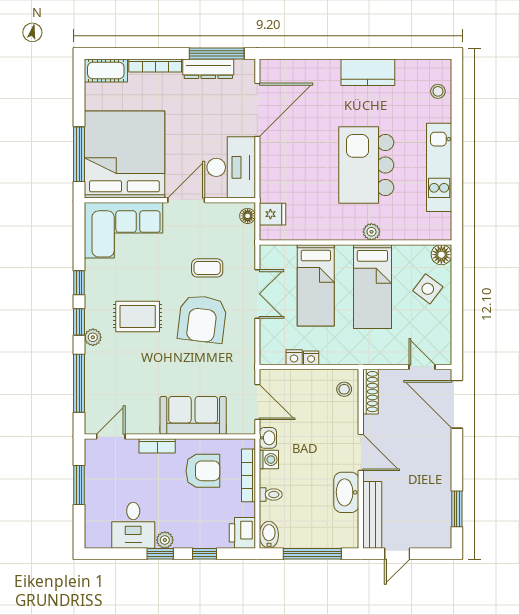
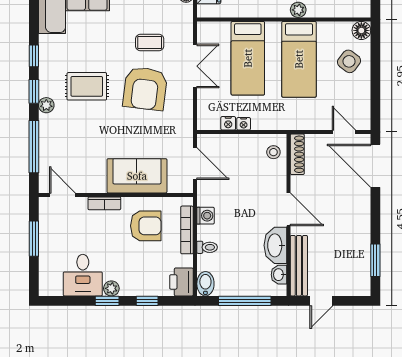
door: (111, 437) -> (62, 195), hinge flipped
washbasin: (268, 438) -> (279, 275), moved, turned 180

